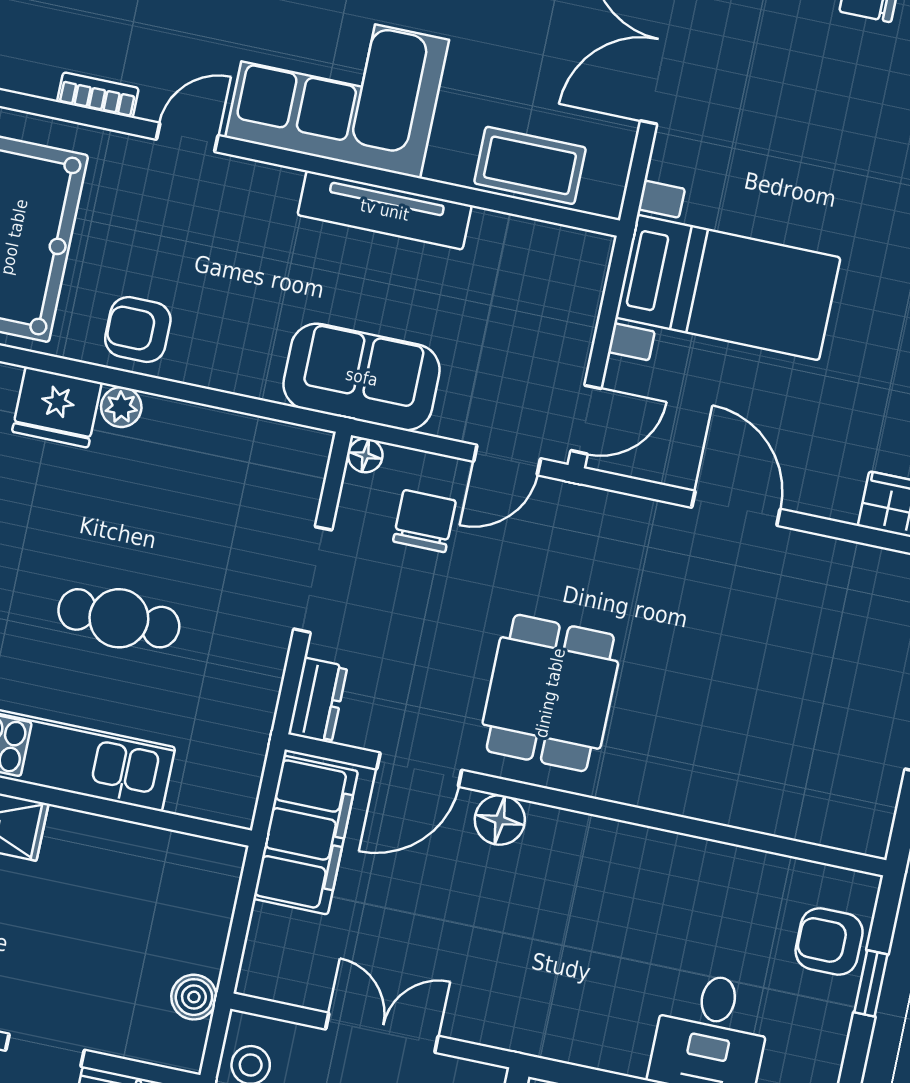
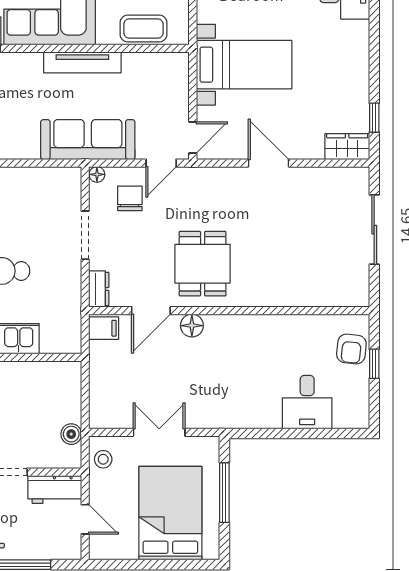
sofa: (362, 377) -> (88, 140), width x1.36
filing cabinet: (306, 835) -> (104, 328), width x0.33, depth x0.86
armchair: (829, 941) -> (351, 349), turned -84

